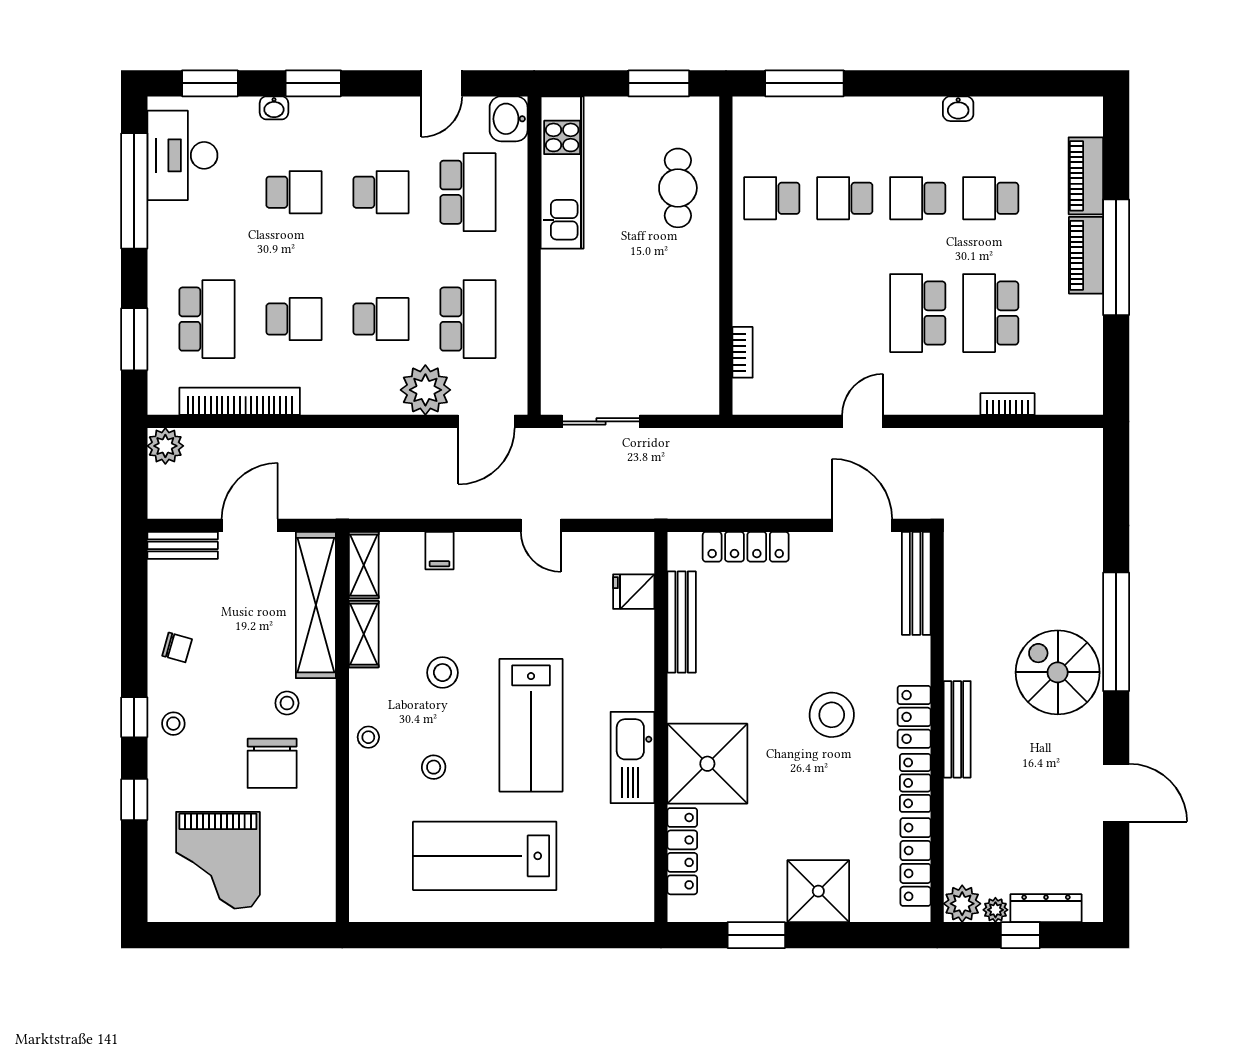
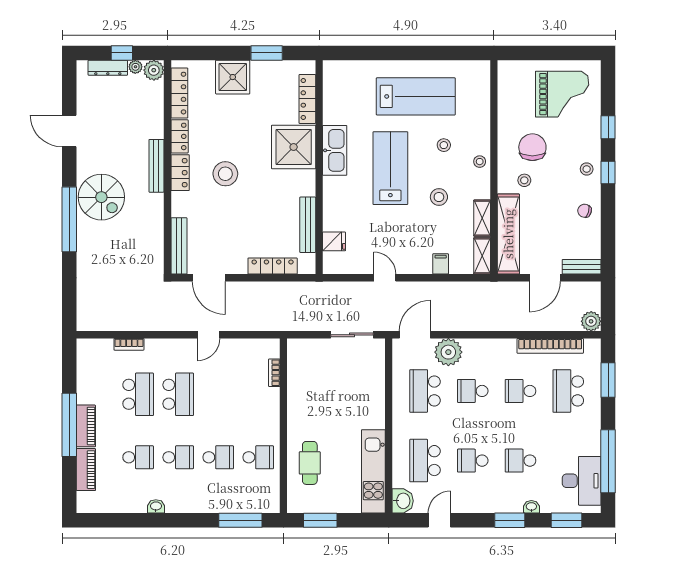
grand piano: (218, 860) -> (562, 94), turned 90

